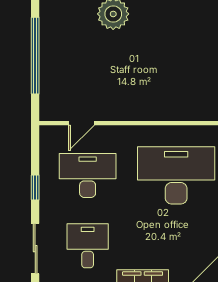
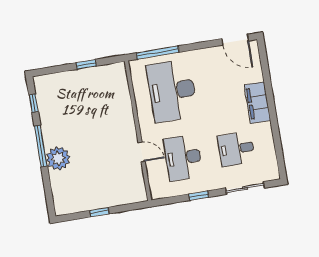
window: (35, 56) -> (99, 212), width x0.32
door: (81, 123) -> (142, 152), moved

